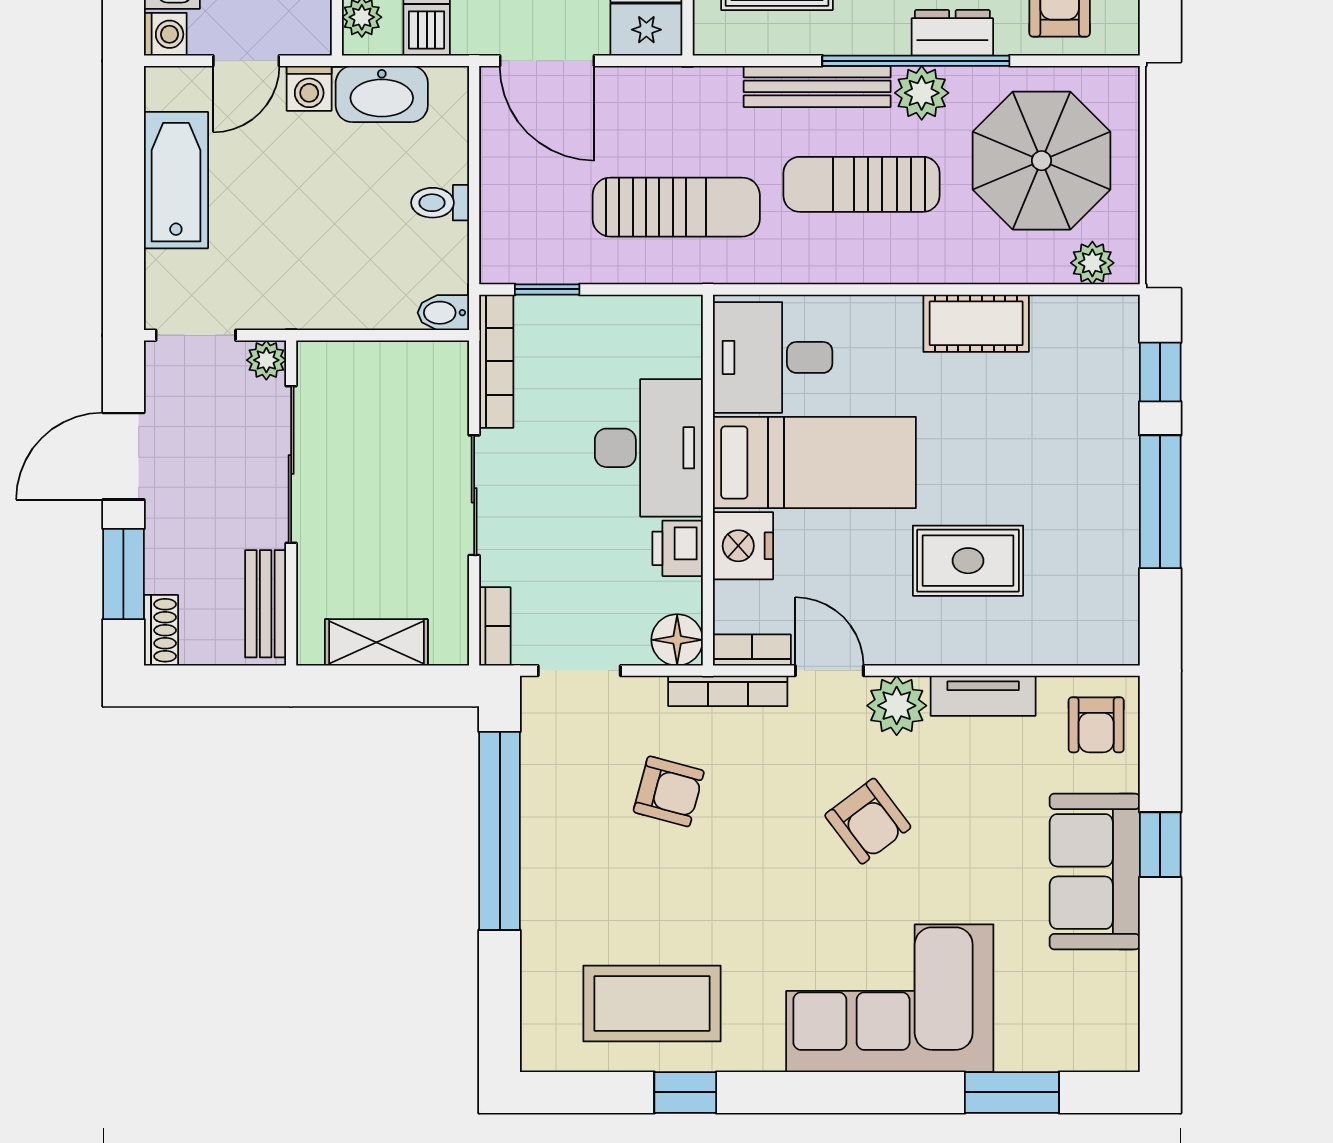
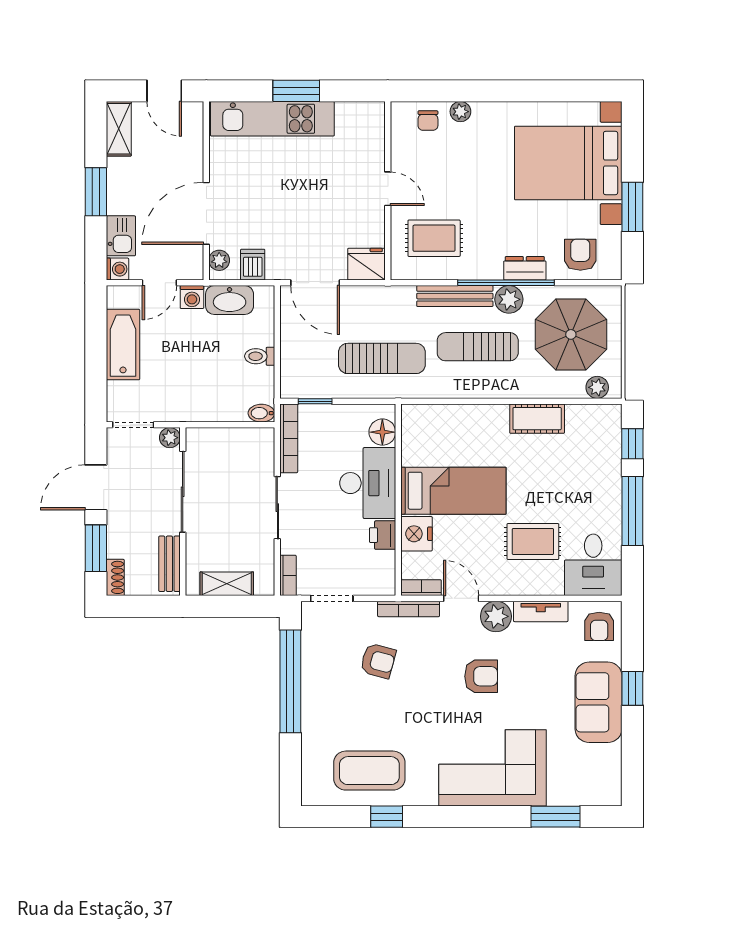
desk: (773, 357) -> (593, 565), moved, turned -90
floor lamp: (677, 640) -> (382, 432), moved
armchair: (868, 821) -> (481, 676), turned -53

